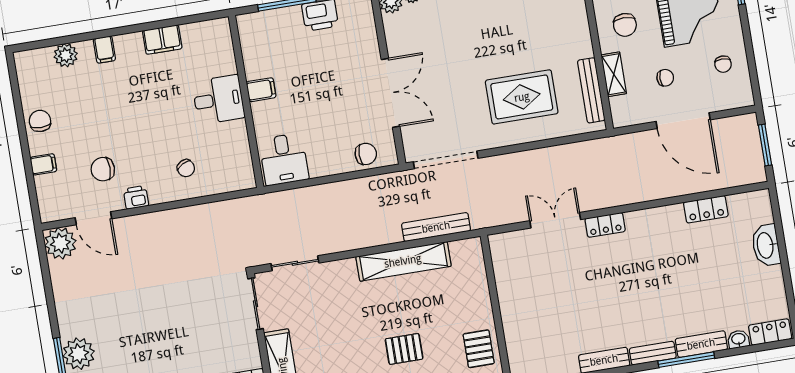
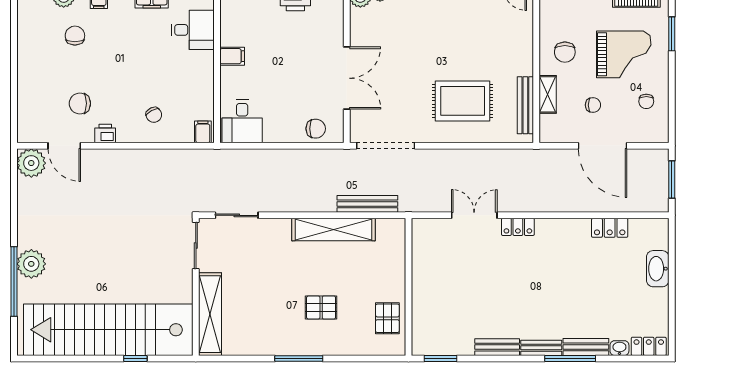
desk: (218, 100) -> (193, 30), moved
chair: (40, 121) -> (75, 36), moved
filing cabinet: (43, 164) -> (203, 132), moved, turned -90

